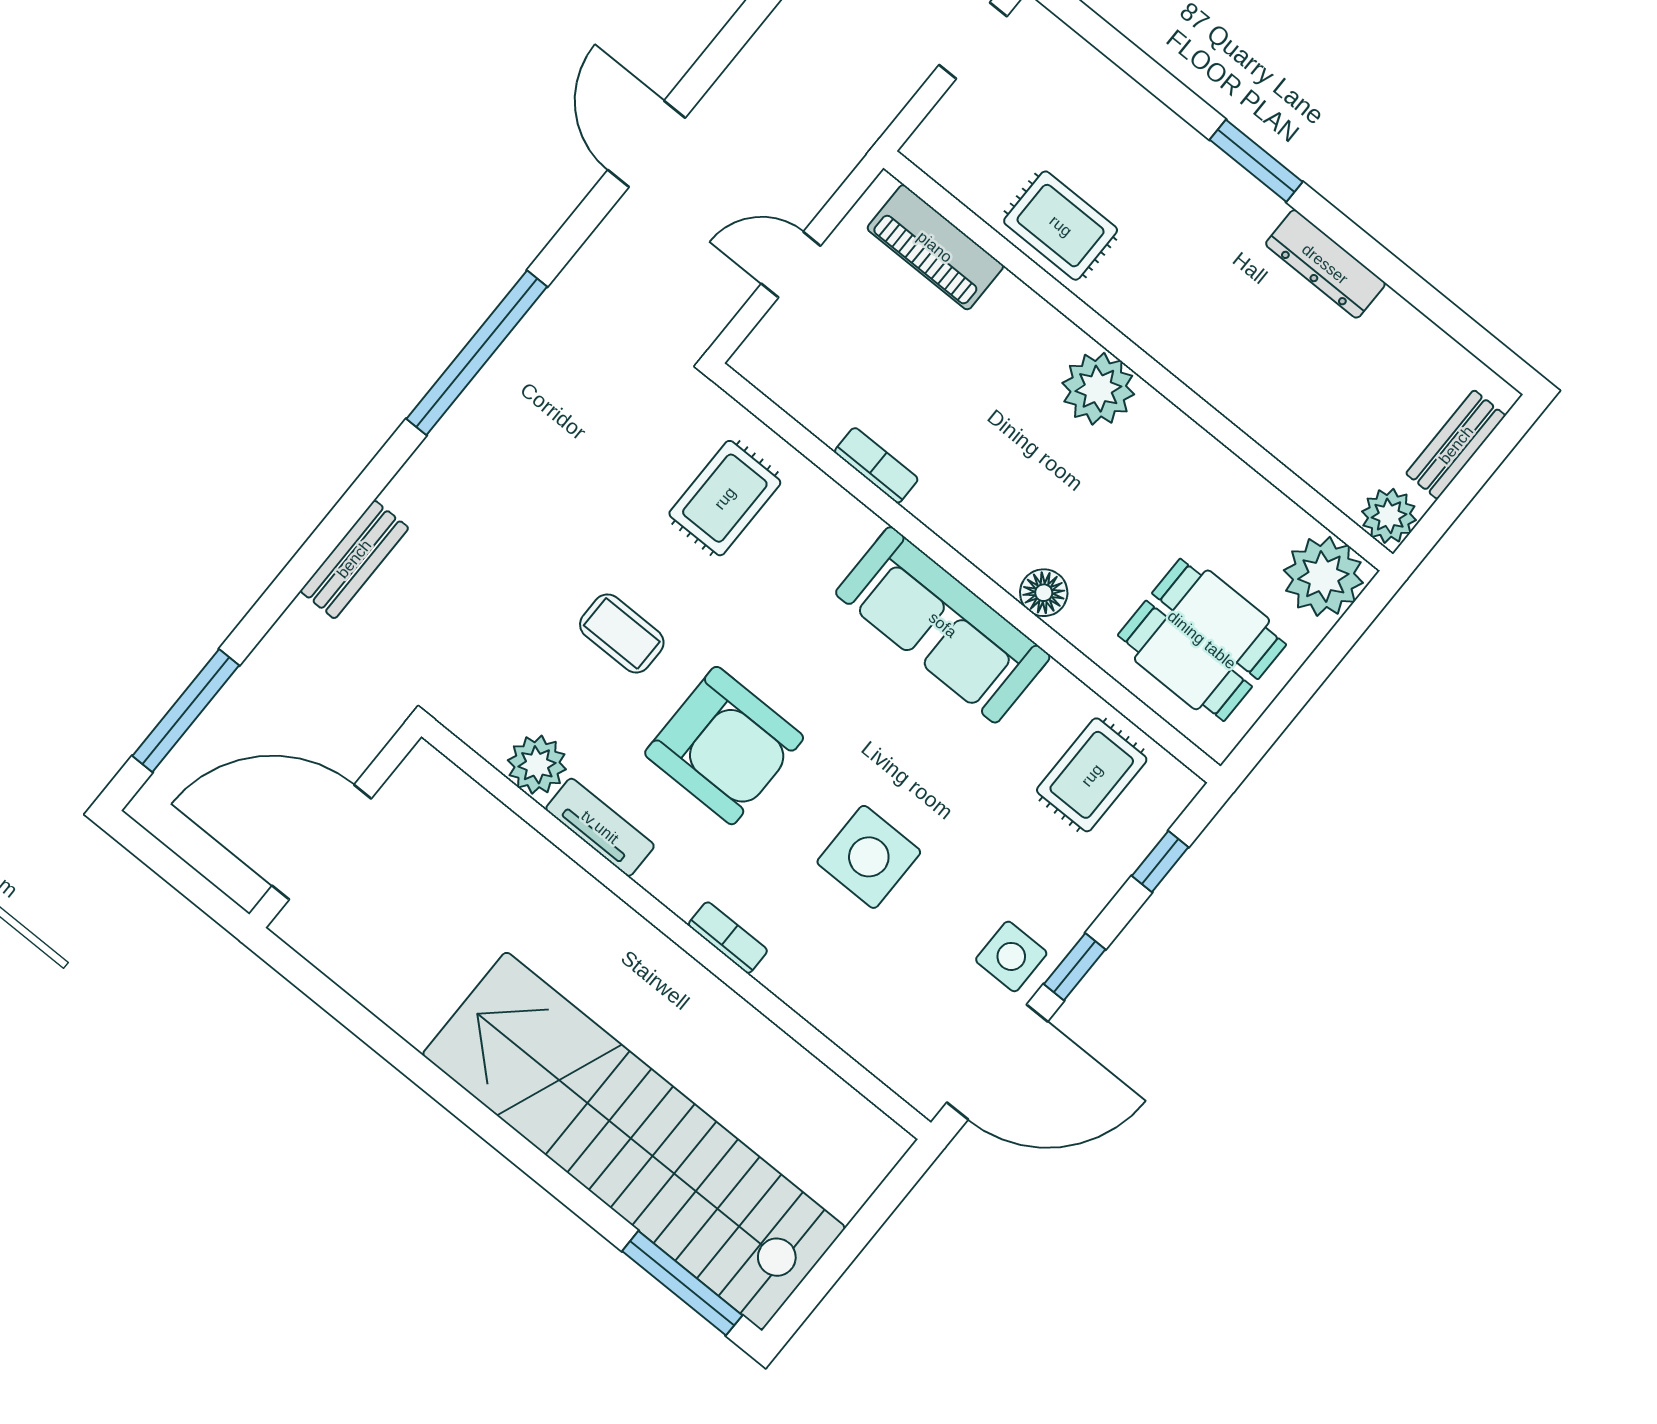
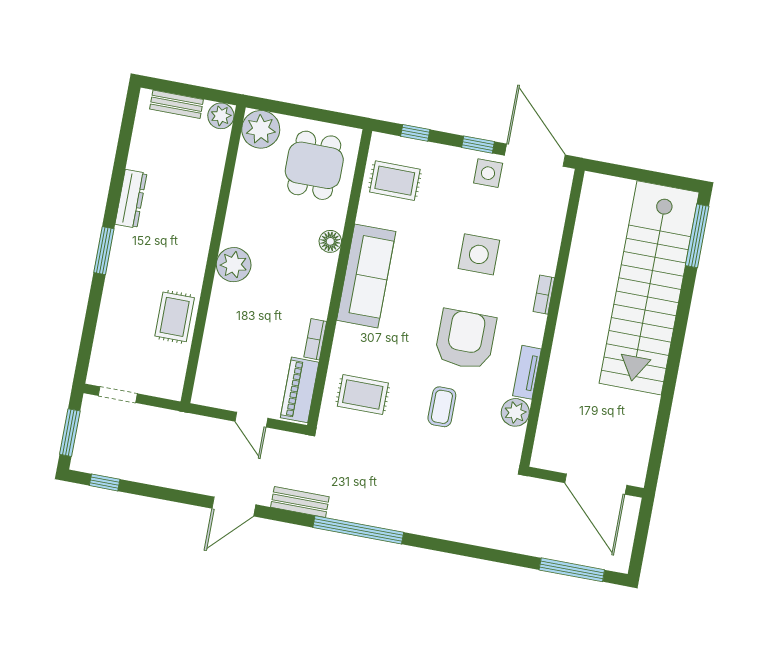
piano: (935, 247) -> (300, 390), moved, turned 180
bench: (354, 559) -> (300, 502), moved

